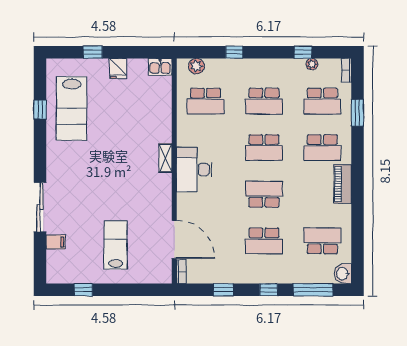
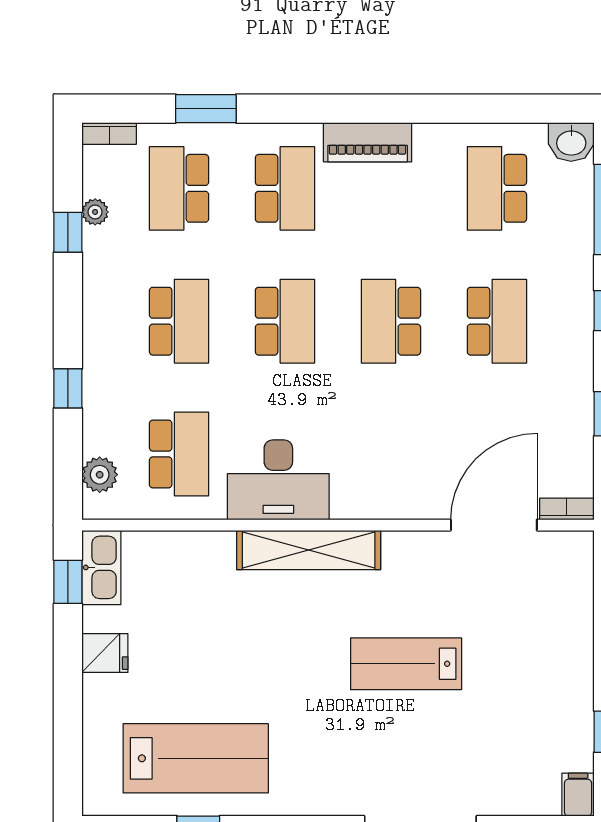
window: (93, 52) -> (68, 582), moved
kitchen sink: (160, 67) -> (101, 567), width x1.38
school desk: (322, 101) -> (179, 188), turned 180
shelving: (165, 158) -> (309, 550), width x2.20, depth x1.33
desk: (194, 170) -> (278, 480), moved
filing cabinet: (56, 242) -> (578, 795), moved
lab bench: (116, 245) -> (406, 664), moved

